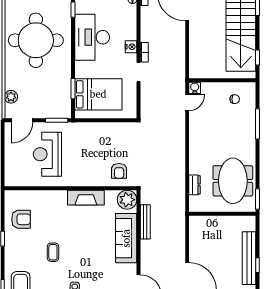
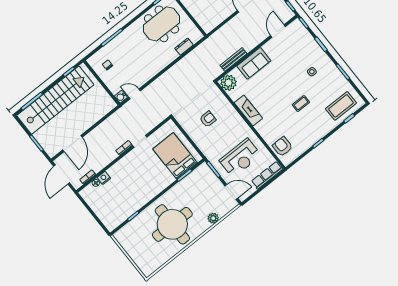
desk: (92, 37) -> (141, 189), removed
nightstand: (131, 47) -> (104, 178), moved
plant: (11, 97) -> (213, 218), moved
row of seats: (11, 167) -> (267, 175), added
armchair: (119, 171) -> (208, 119), moved
armchair: (21, 219) -> (282, 147), moved
sofa: (126, 238) -> (254, 63), width x0.73

